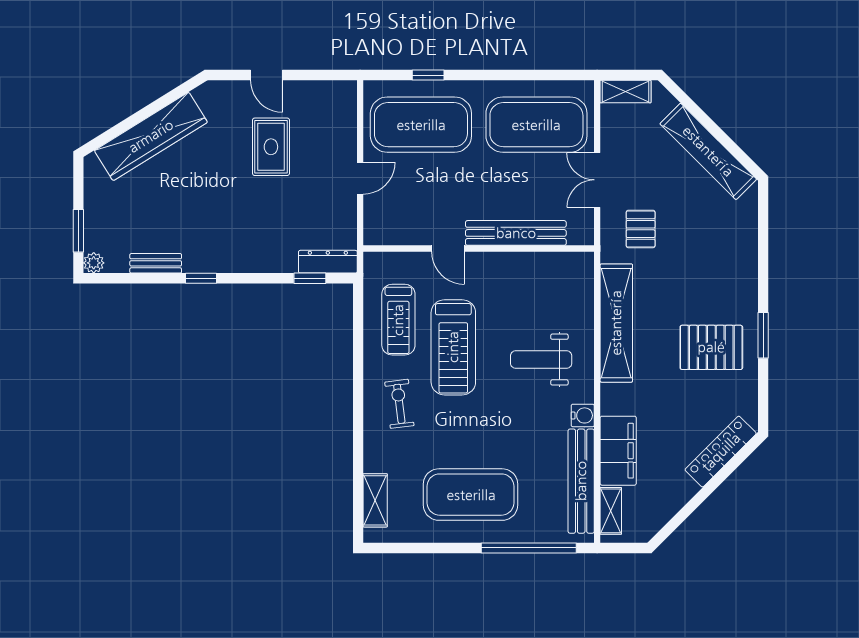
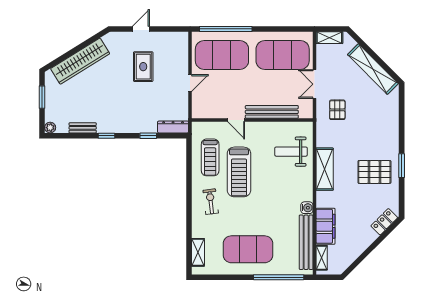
door: (266, 75) -> (141, 29), swing flipped
window: (428, 75) -> (226, 29), width x3.17
window: (78, 231) -> (42, 97), moved
window: (310, 278) -> (148, 136), moved
shelving: (616, 323) -> (325, 169), width x0.68
weight bench: (541, 360) -> (291, 152), moved
locker: (721, 452) -> (384, 222), width x0.66

